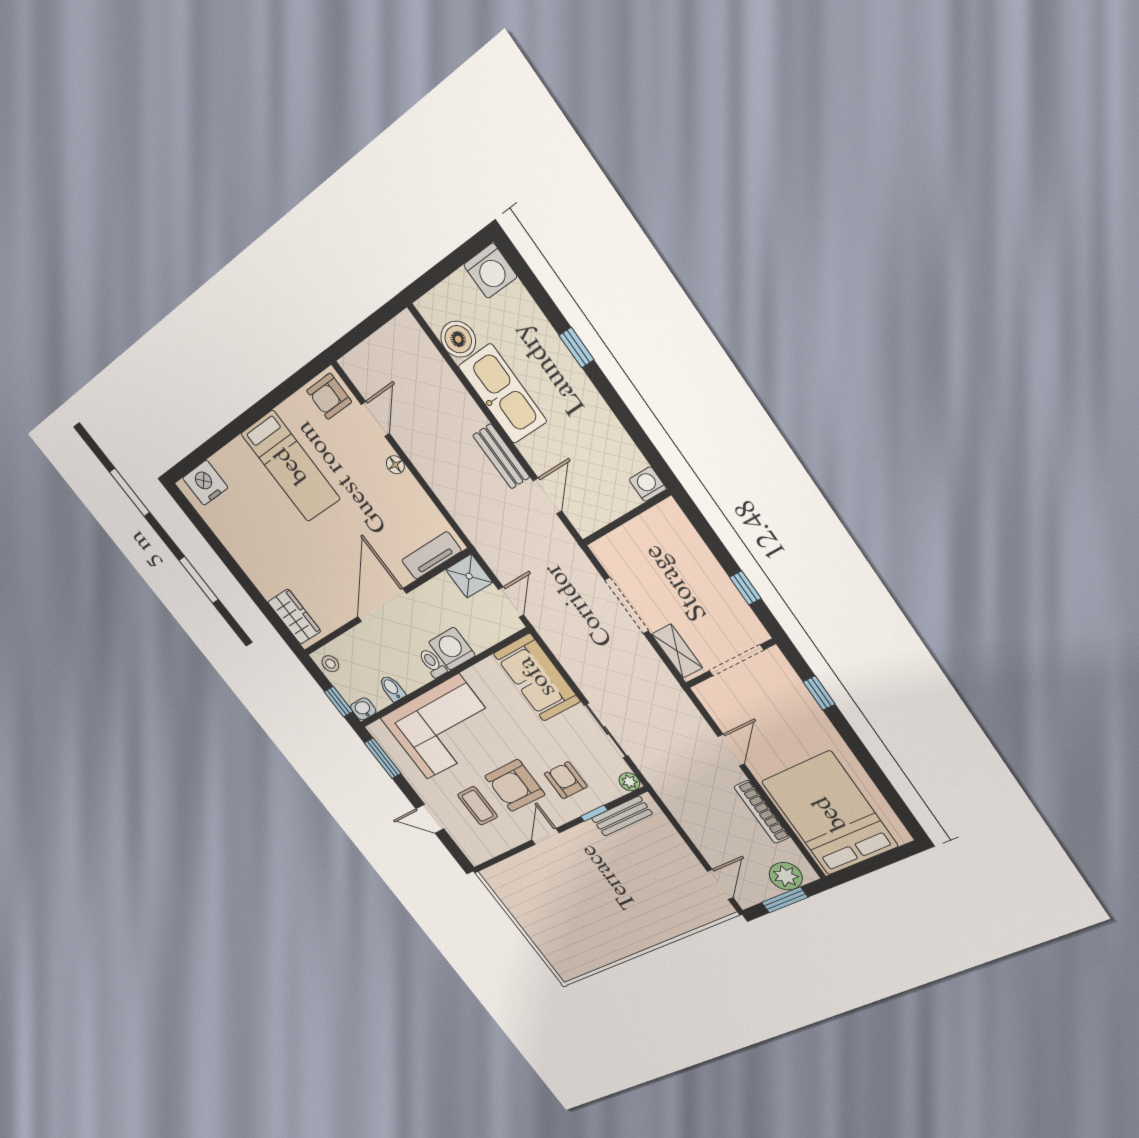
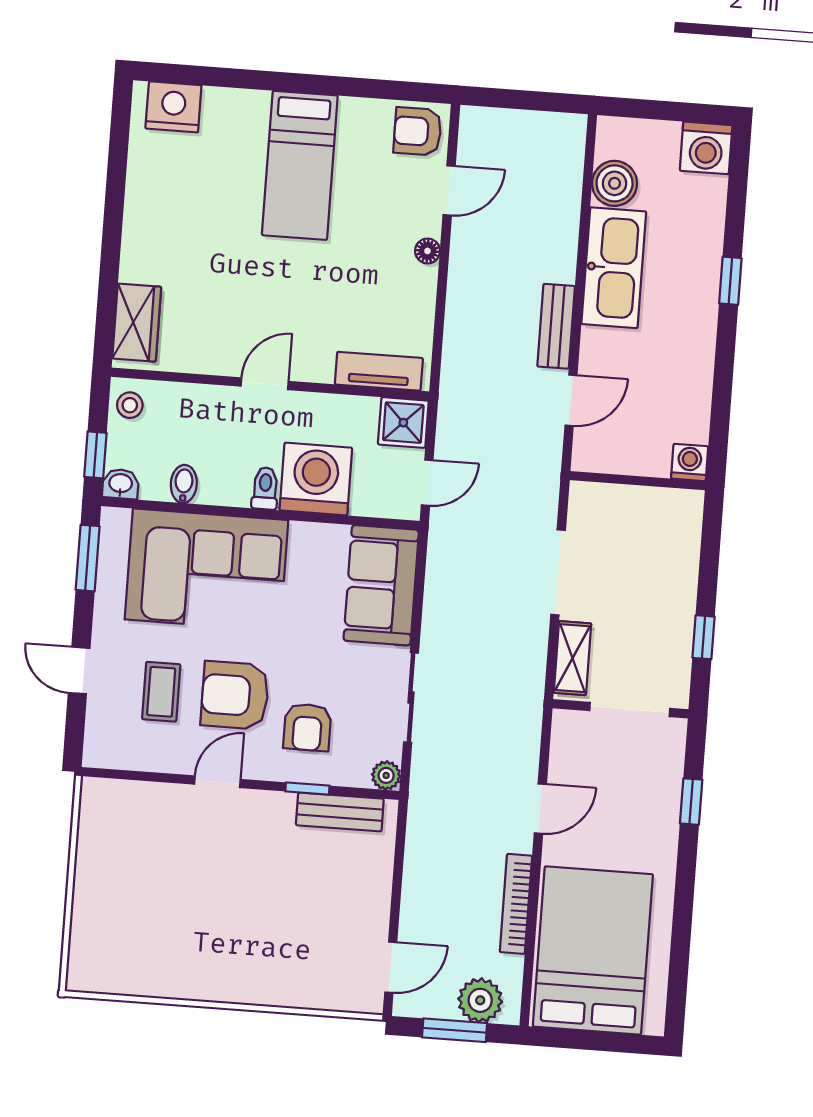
door: (382, 605) -> (265, 384), width x0.53
washing machine: (452, 649) -> (316, 479), width x1.37, depth x1.37
armchair: (566, 780) -> (307, 727), turned 180

